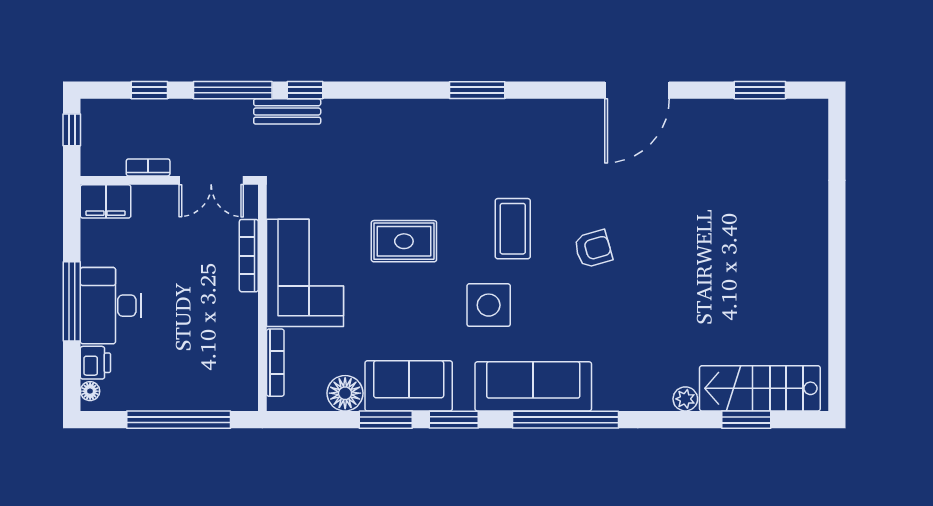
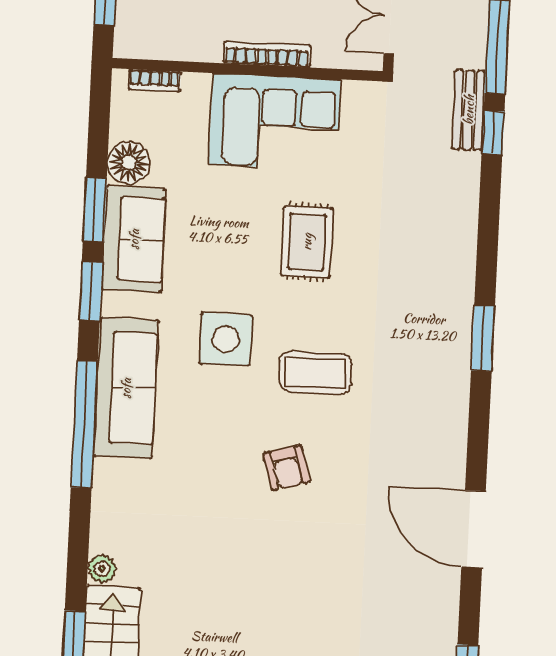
bookcase: (249, 256) -> (267, 54), moved
bookcase: (275, 363) -> (155, 81), width x0.64

